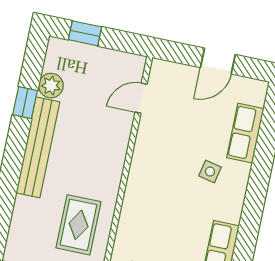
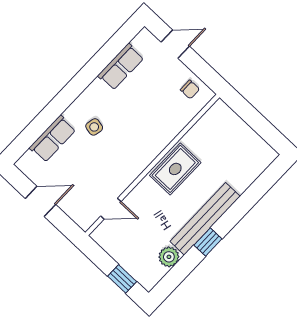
window: (25, 103) -> (208, 242), moved
rug: (79, 225) -> (175, 169), moved

